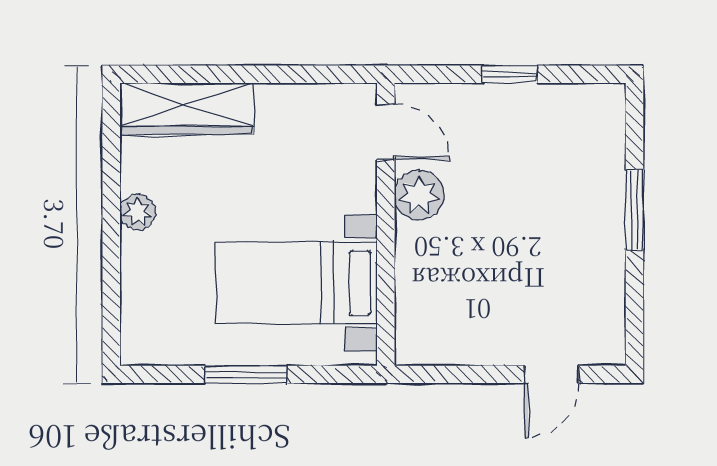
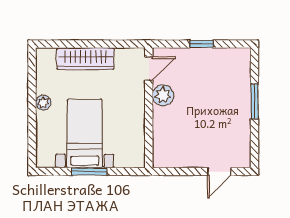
wardrobe: (187, 109) -> (85, 59), moved
door: (386, 132) -> (149, 69), hinge flipped
bed with nightstands: (296, 283) -> (85, 133), moved, turned 90

